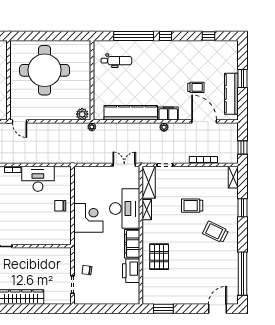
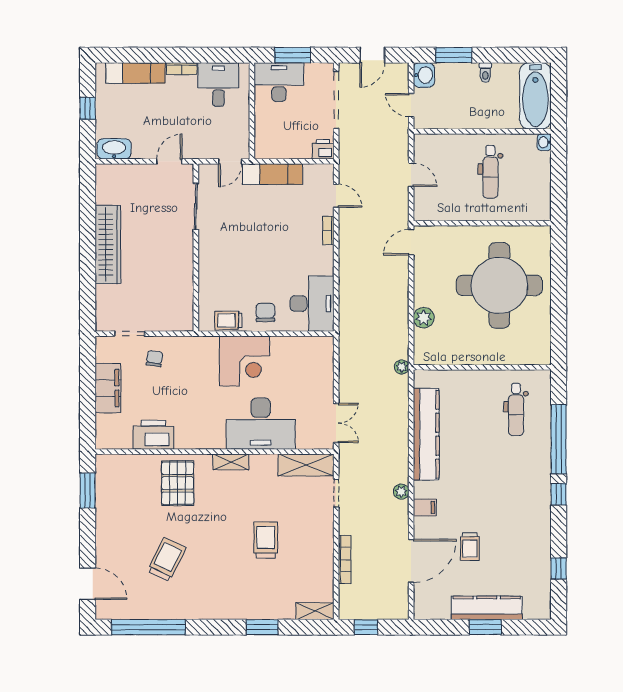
kitchen counter: (231, 94) -> (487, 608), moved
filing cabinet: (168, 113) -> (425, 507), width x0.50
plant: (82, 114) -> (424, 318), moved
desk: (38, 179) -> (312, 304), moved
shelving: (147, 210) -> (231, 462), moved
trolley: (65, 227) -> (228, 320), added
trolley: (216, 232) -> (167, 559), moved
filing cabinet: (132, 244) -> (108, 388), moved, turned 90
pallet: (159, 257) -> (178, 483), turned 90

